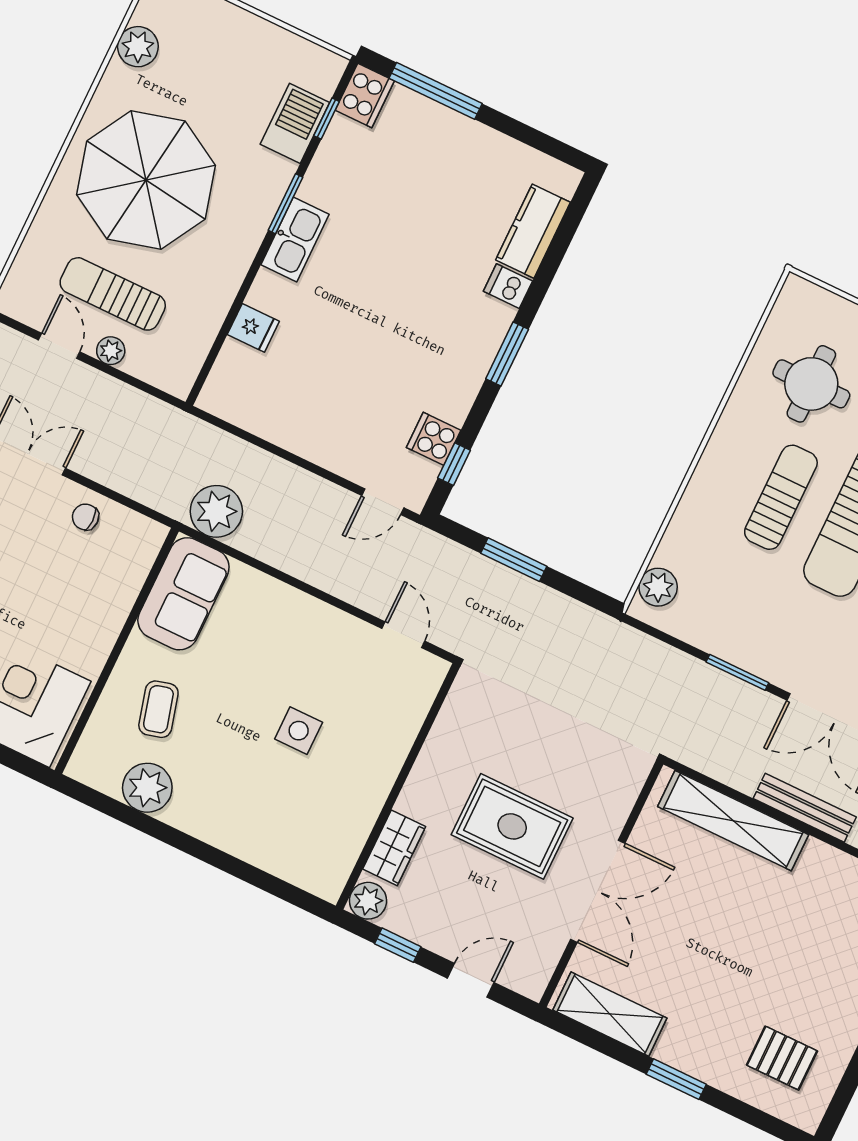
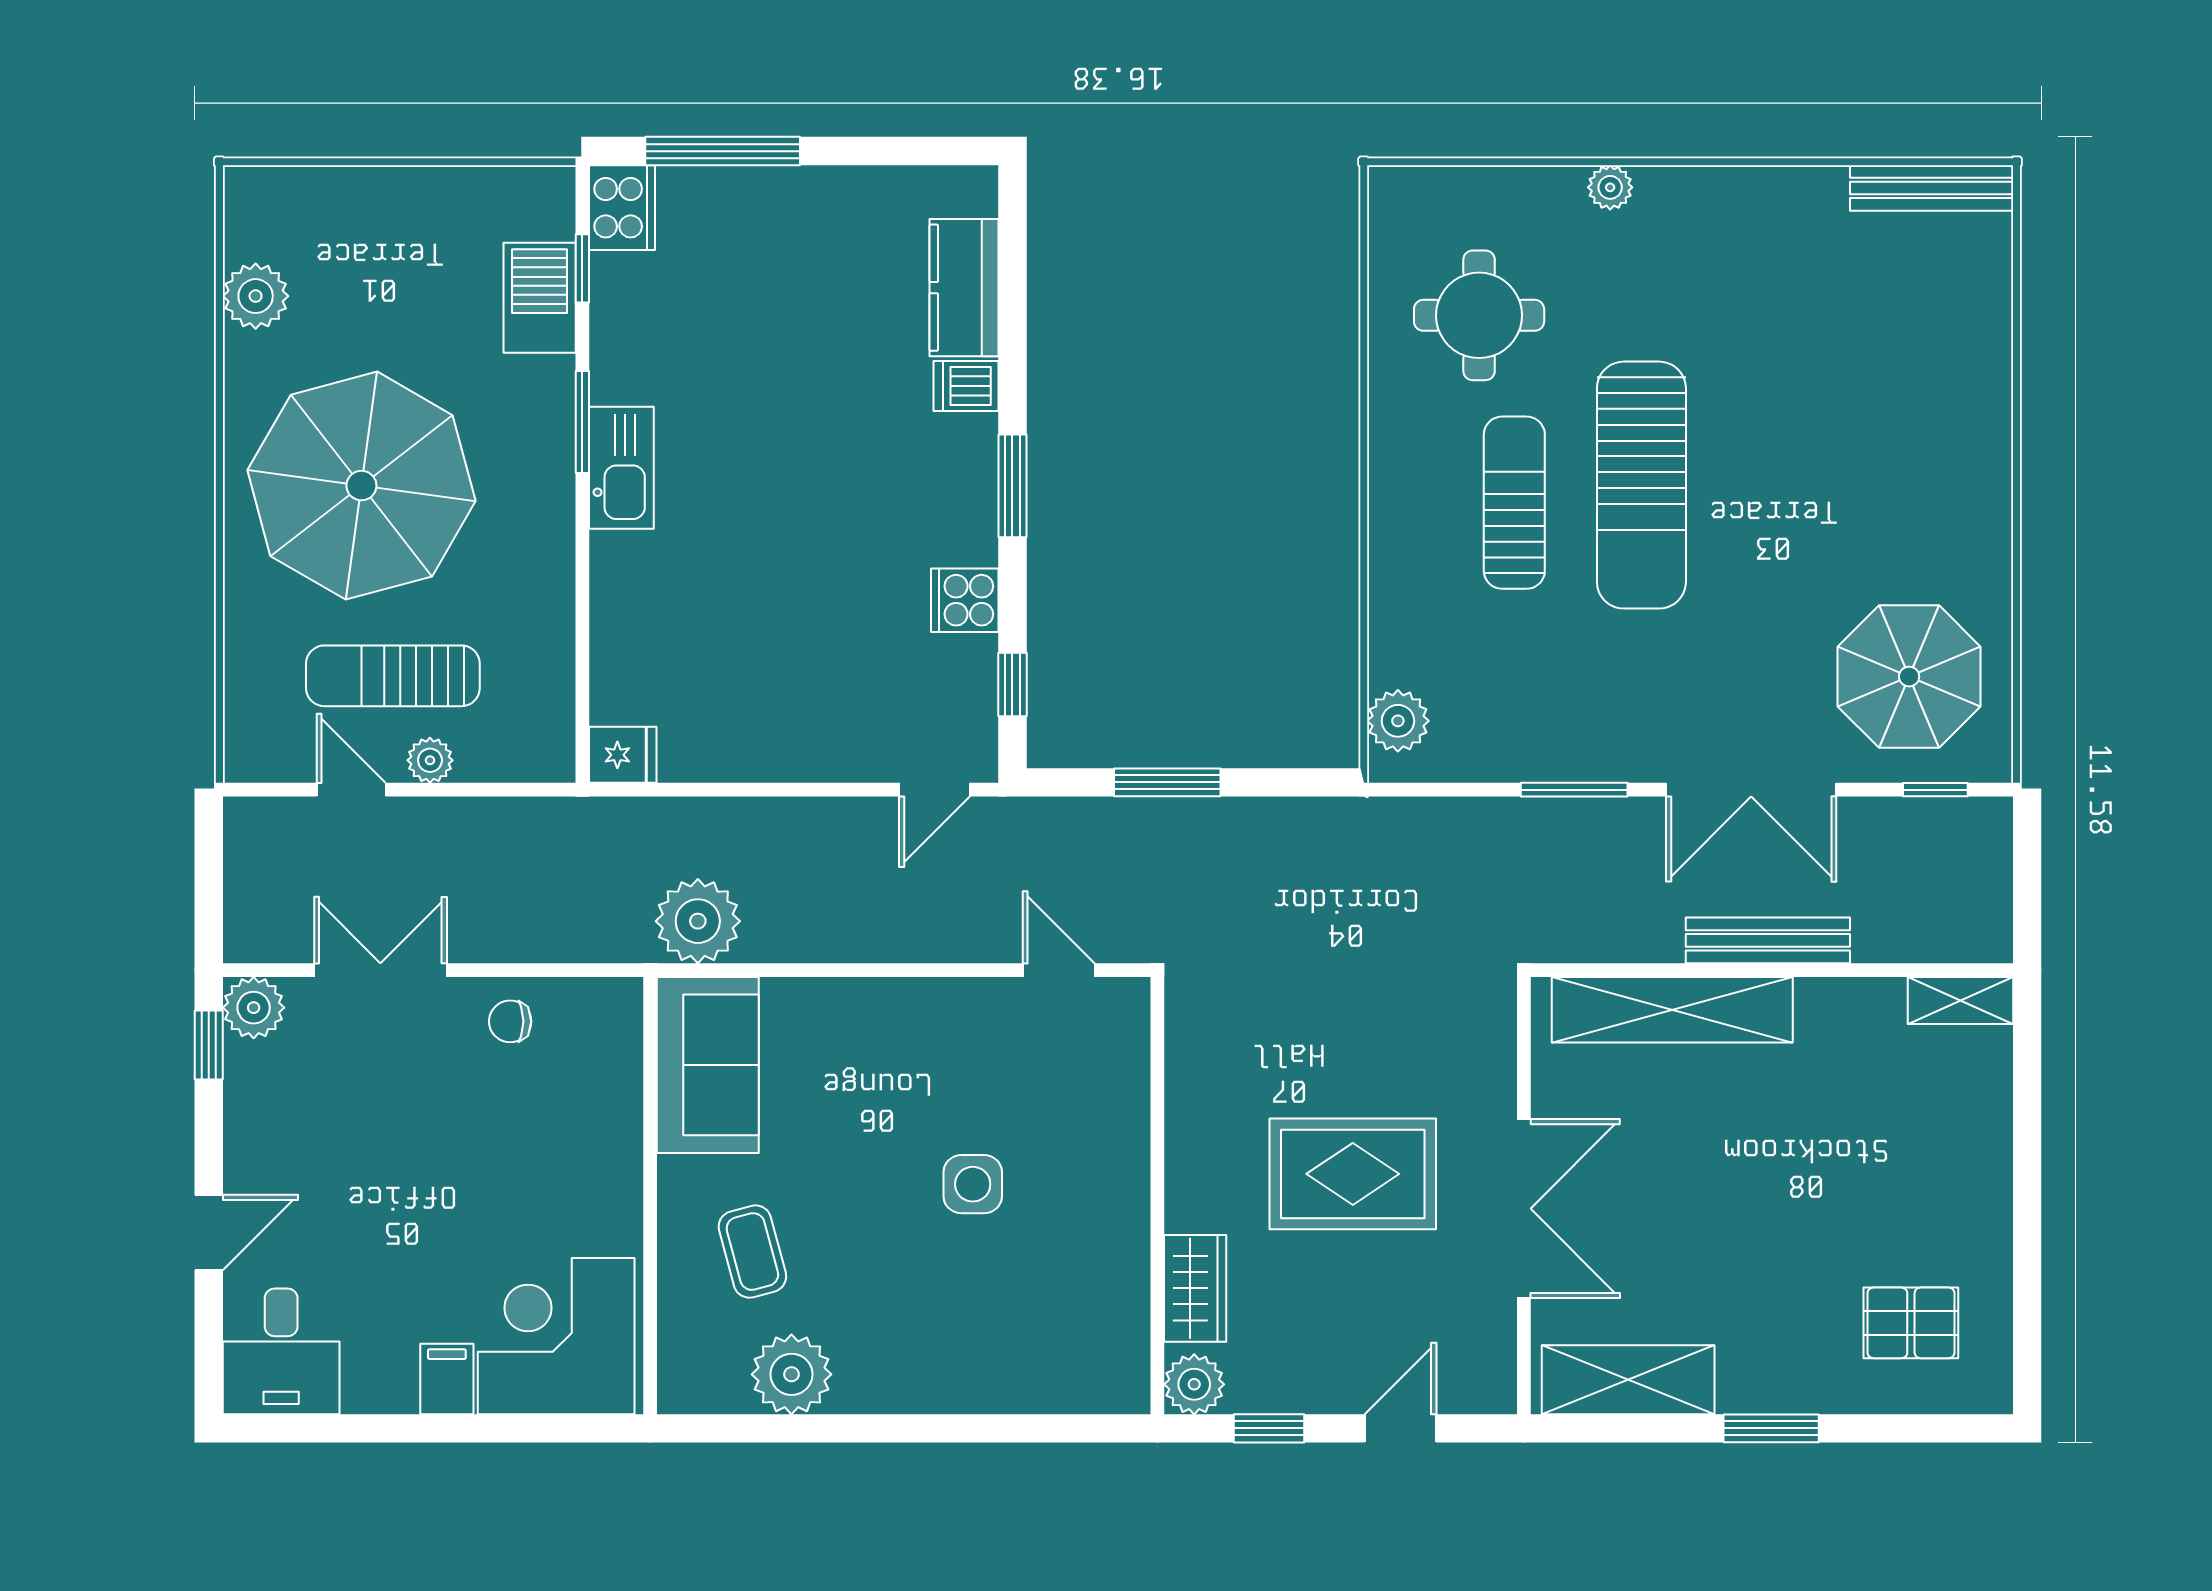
fridge: (253, 328) -> (623, 755), moved
cooker: (434, 439) -> (965, 600), moved

